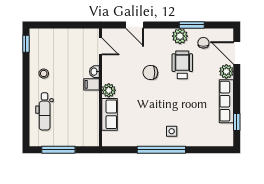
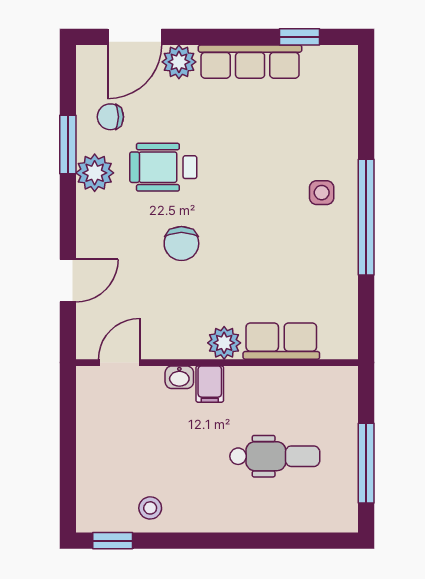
stool: (44, 74) -> (150, 508), moved
dental chair: (45, 111) -> (275, 456), moved

